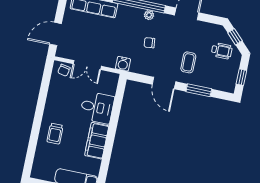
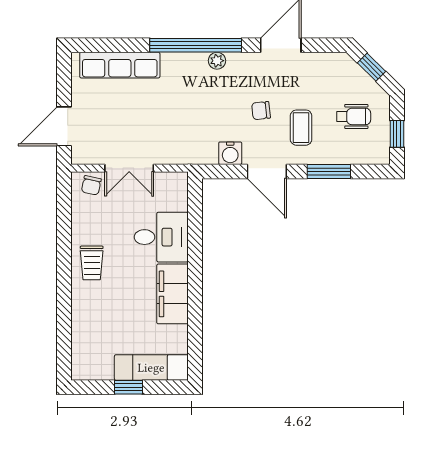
chair: (149, 43) -> (261, 111), moved
wheelchair: (222, 51) -> (354, 116), moved
water cooler: (123, 64) -> (230, 153), moved
trolley: (55, 134) -> (92, 263), moved

